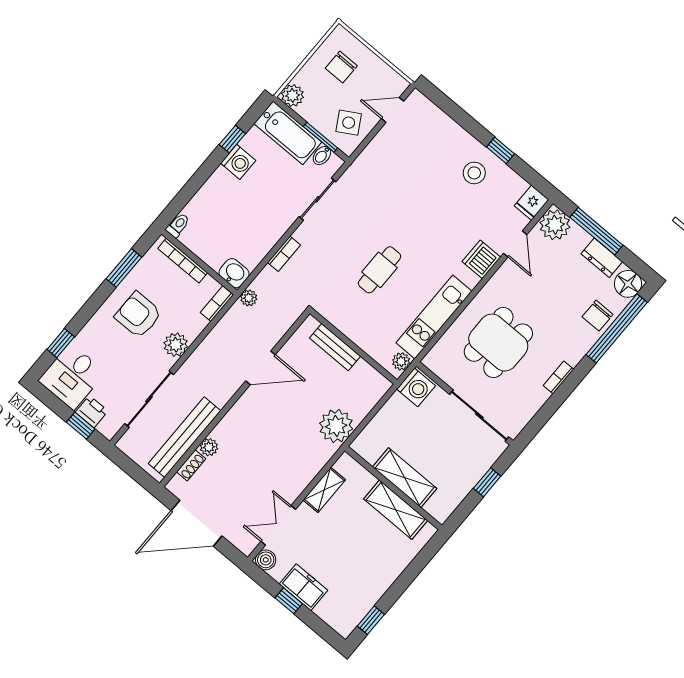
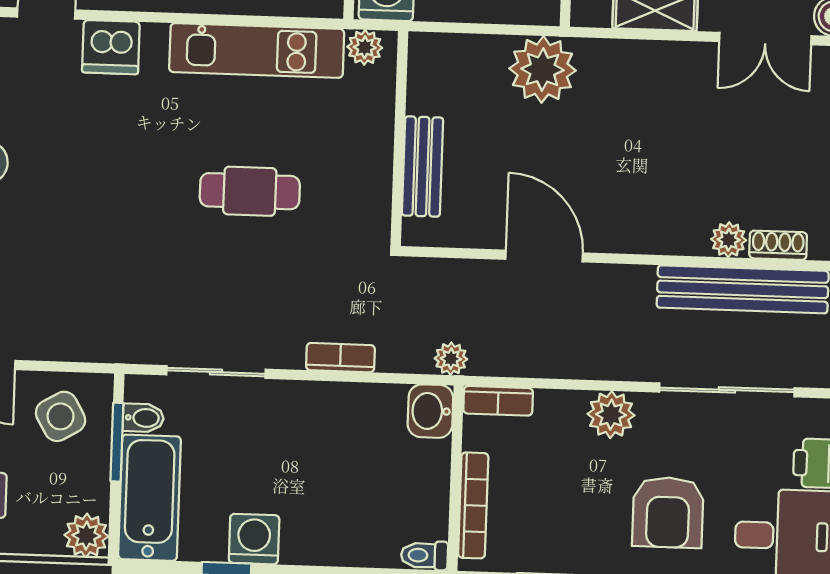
armchair: (138, 315) -> (668, 512), moved

